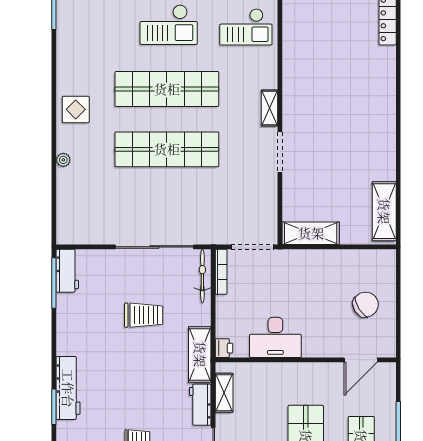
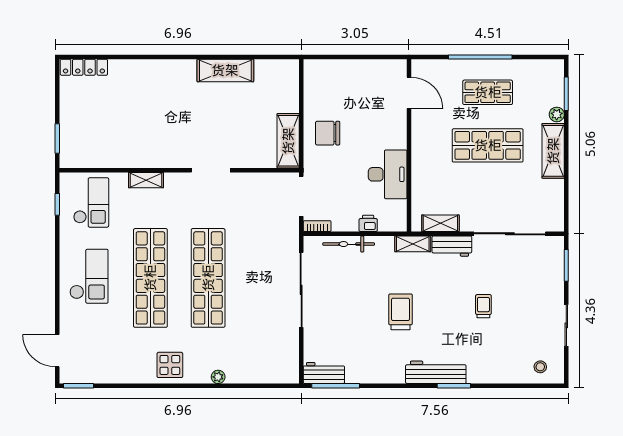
shelving: (269, 108) -> (146, 180), moved
shelving: (384, 211) -> (225, 70), moved
bookcase: (221, 272) -> (317, 226), width x0.64
bicycle: (202, 276) -> (349, 244), moved
chair: (366, 305) -> (328, 133), moved, turned -58
trolley: (144, 315) -> (401, 312), moved
printer: (224, 348) -> (368, 223), moved
shelving: (200, 354) -> (413, 244), width x0.67, depth x0.75

